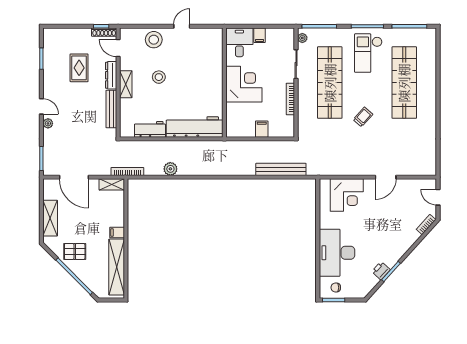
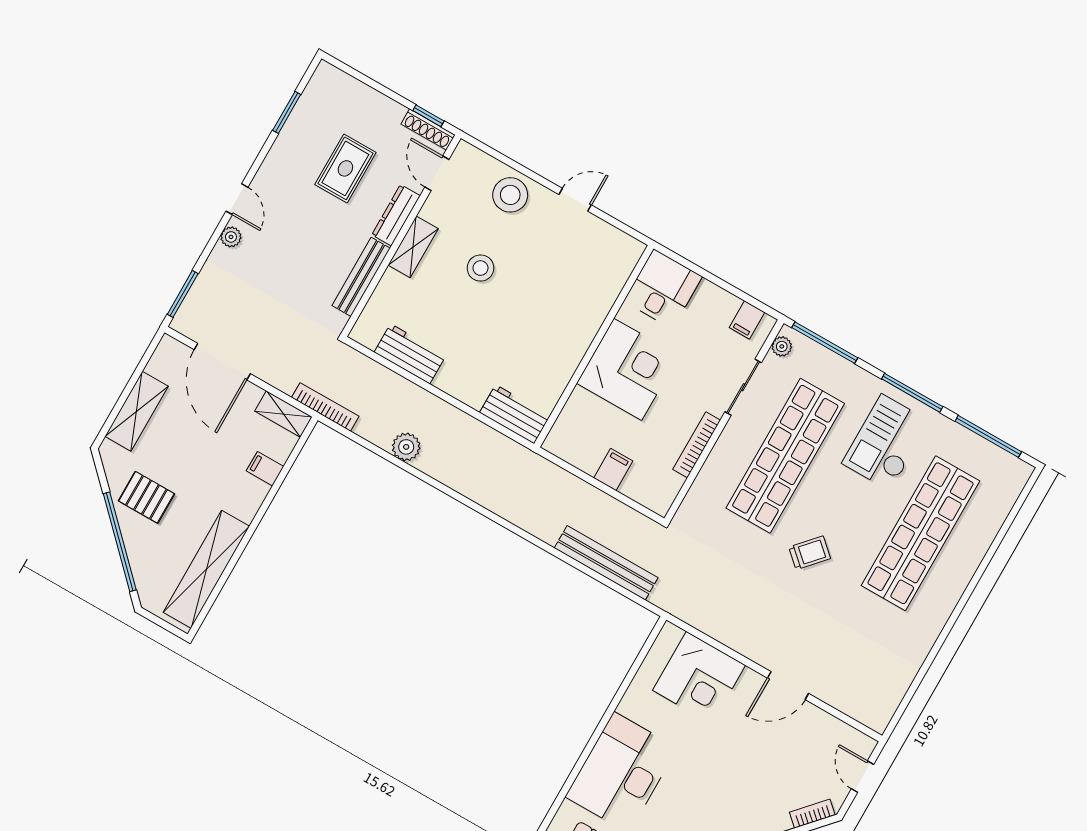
filing cabinet: (259, 35) -> (747, 320), moved
workbench: (195, 127) -> (515, 414), width x0.53, depth x0.76
filing cabinet: (117, 232) -> (265, 469), moved

